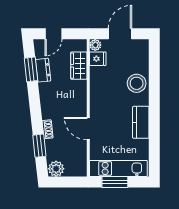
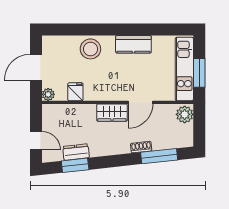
door: (120, 34) -> (36, 67), hinge flipped
fridge: (98, 59) -> (75, 92), moved
wardrobe: (79, 66) -> (112, 113), moved
window: (39, 146) -> (159, 156), width x1.44
plant: (56, 169) -> (185, 114), moved

